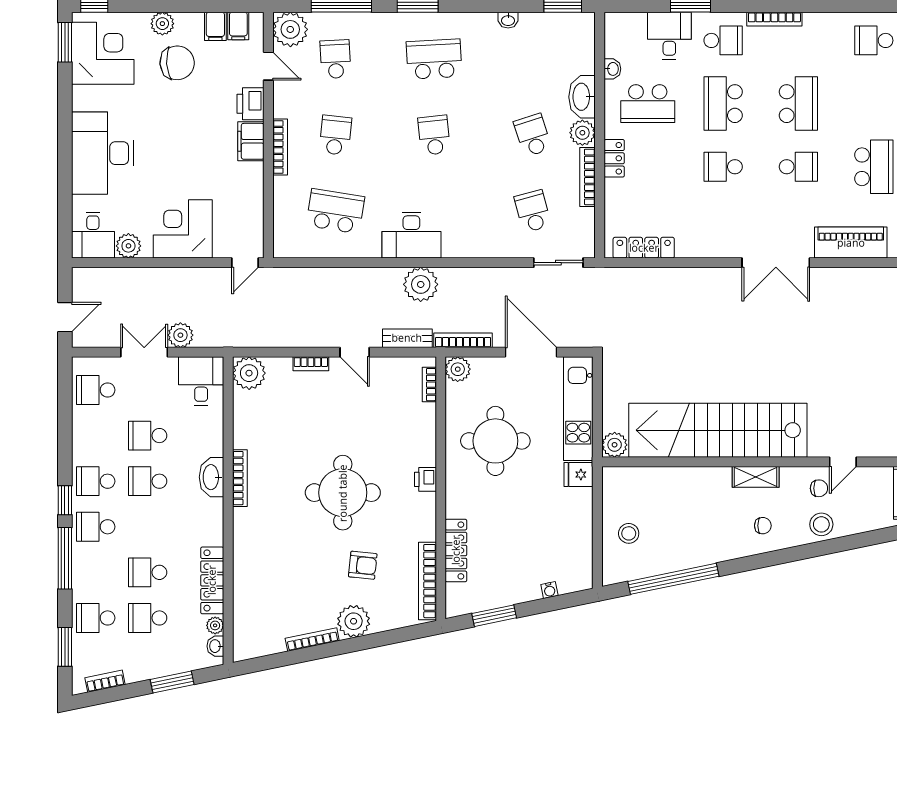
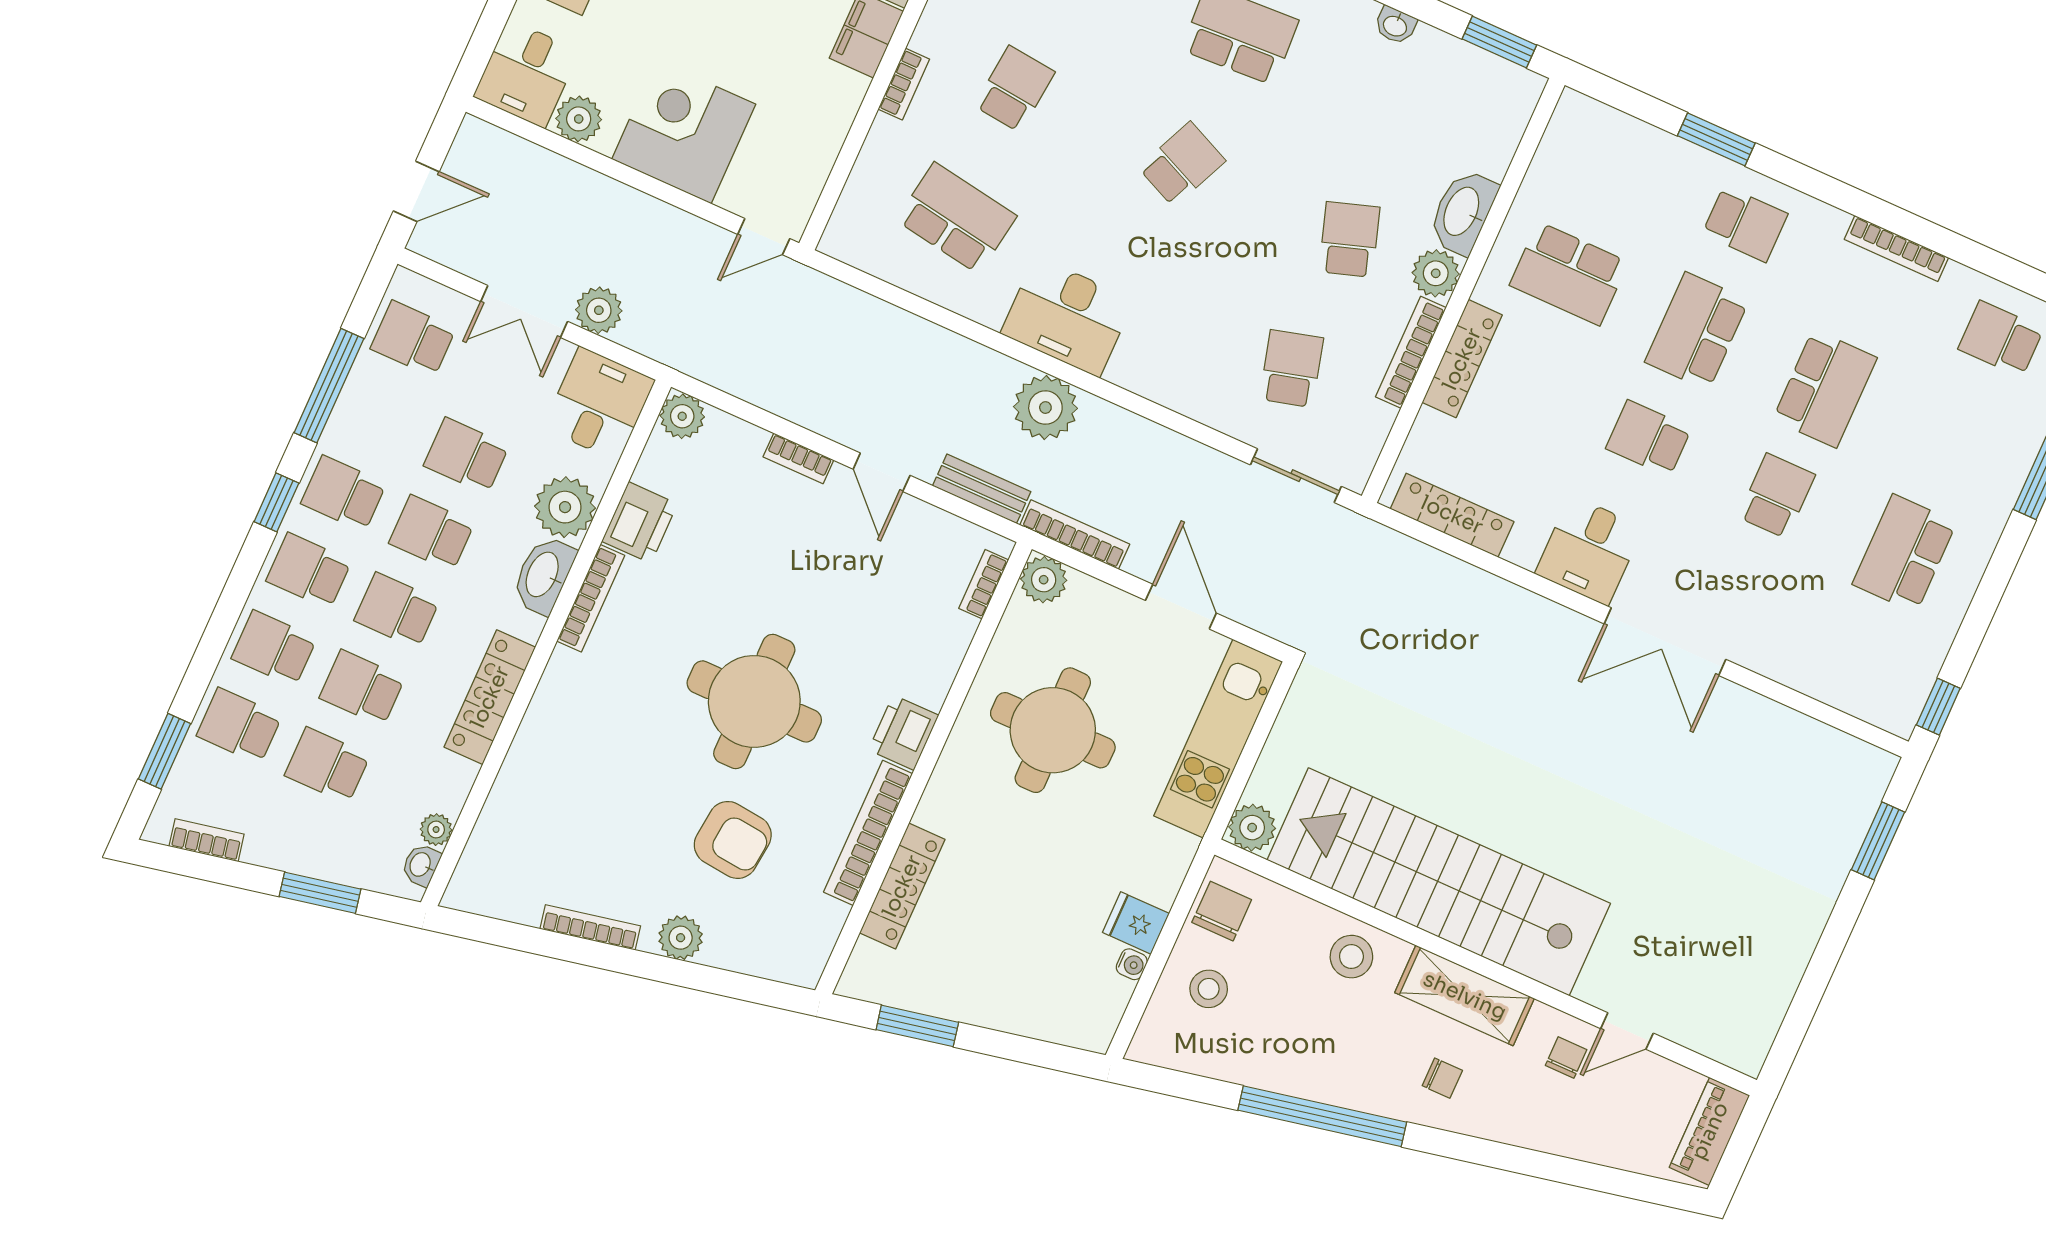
bookcase: (774, 19) -> (1896, 248), moved
desk: (669, 36) -> (1589, 550), moved, turned 180
washbasin: (612, 69) -> (1535, 188), removed
school desk: (434, 135) -> (1182, 164), turned 30
bookcase: (280, 147) -> (904, 84), width x0.64
locker: (614, 158) -> (1462, 359), width x1.53
school desk: (798, 167) -> (1777, 496), turned -90
school desk: (874, 167) -> (1904, 553), turned 180
piano: (851, 243) -> (1808, 664), removed
double door: (144, 352) -> (524, 312), swing flipped
door: (531, 352) -> (1181, 607), width x0.73
plant: (249, 373) -> (682, 416), width x0.73, depth x0.73
printer: (247, 430) -> (640, 523), added
plant: (207, 439) -> (565, 507), added
fridge: (579, 475) -> (1136, 923), moved
shelving: (756, 477) -> (1465, 996), width x1.50, depth x1.33
printer: (425, 479) -> (904, 733), width x1.36, depth x1.24
chair: (819, 488) -> (1566, 1057), turned -90
chair: (618, 492) -> (1222, 911), added
stool: (821, 524) -> (1351, 957), moved
school desk: (148, 527) -> (397, 611), added
window: (65, 558) -> (329, 386), moved
armchair: (363, 565) -> (733, 840), width x1.38, depth x1.38
school desk: (96, 572) -> (274, 648), added
window: (673, 579) -> (1322, 1116), moved
locker: (212, 580) -> (490, 697), moved
bookcase: (427, 581) -> (868, 833), moved
water cooler: (549, 590) -> (1132, 964), moved, turned -78
plant: (354, 621) -> (681, 938), width x0.73, depth x0.73

